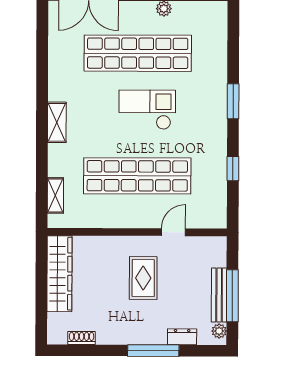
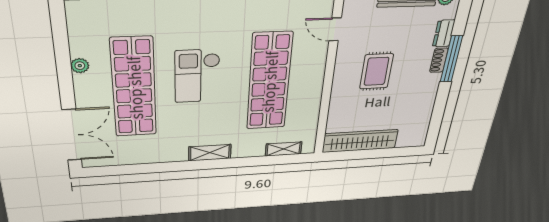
door: (173, 232) -> (335, 29), moved
rug: (143, 278) -> (376, 71), turned 90
shoe rack: (82, 338) -> (439, 60), moved

